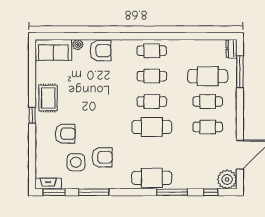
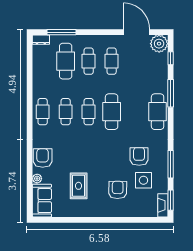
rug: (48, 98) -> (79, 186), moved, turned 90
window: (32, 115) -> (101, 220), removed

